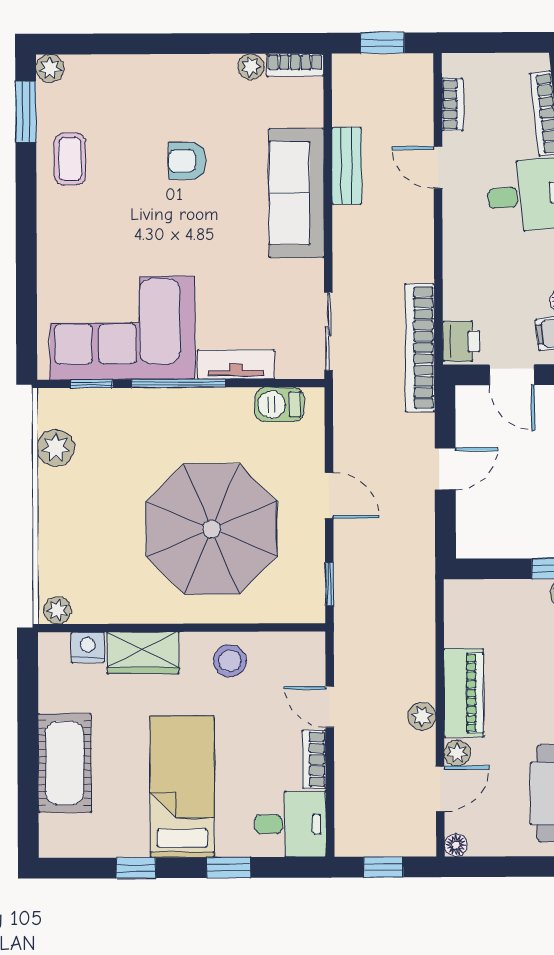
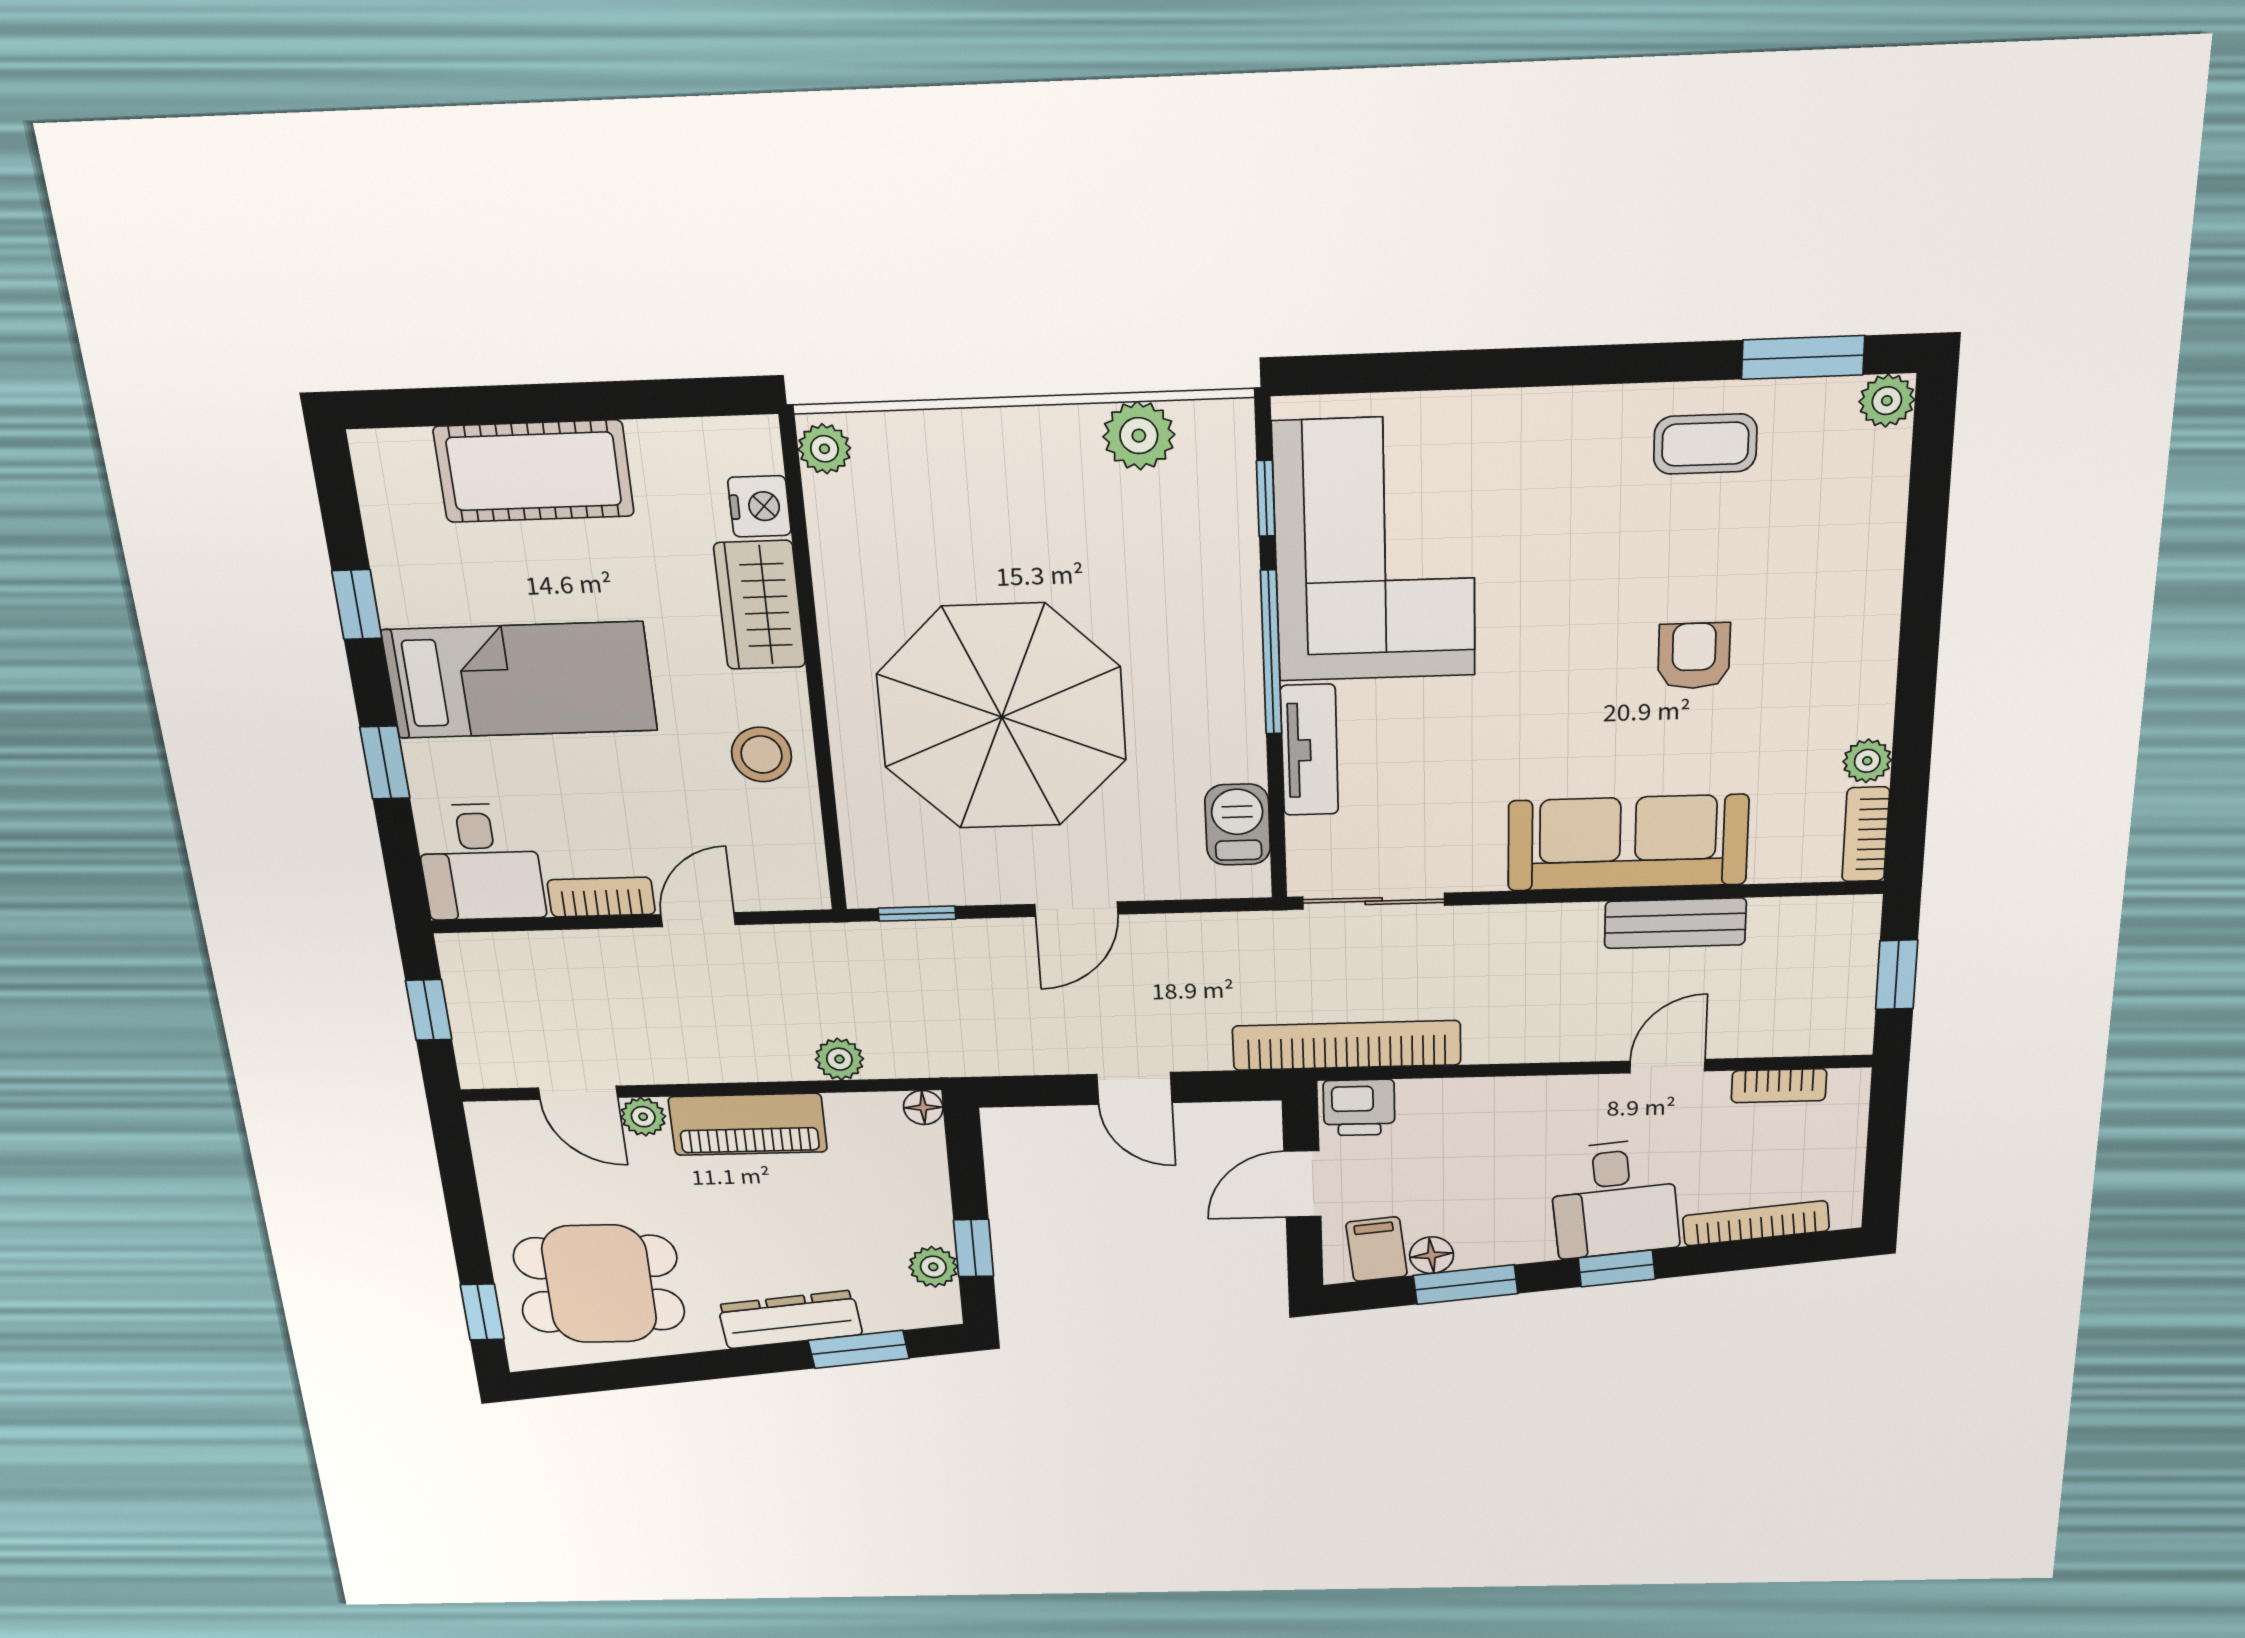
plant: (422, 716) -> (839, 1059), moved
floor lamp: (456, 845) -> (923, 1108), moved

